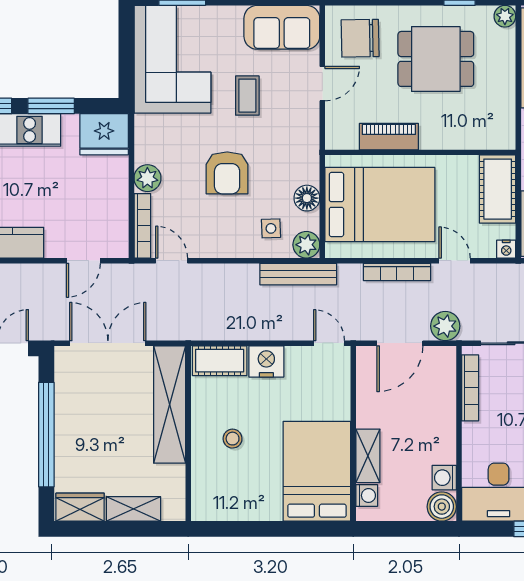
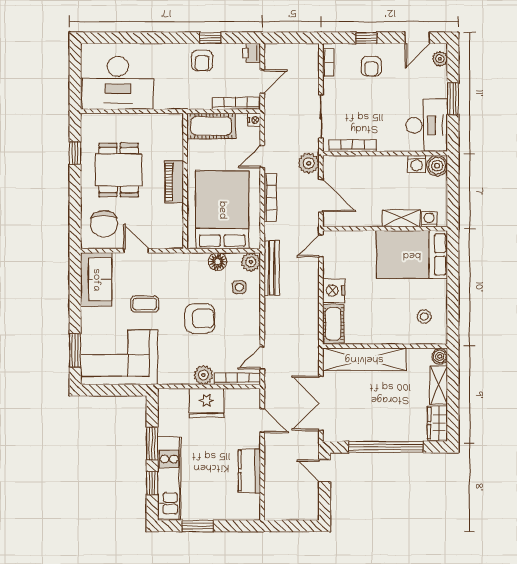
plant: (505, 16) -> (88, 121), removed
fridge: (104, 134) -> (207, 403), moved, turned 90
piano: (389, 137) -> (174, 182), moved
stool: (233, 439) -> (424, 317), moved
boiler: (174, 510) -> (440, 356), added

